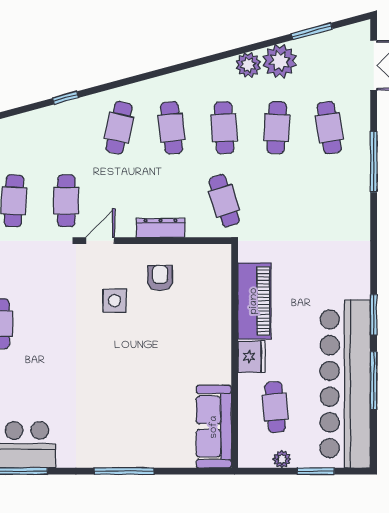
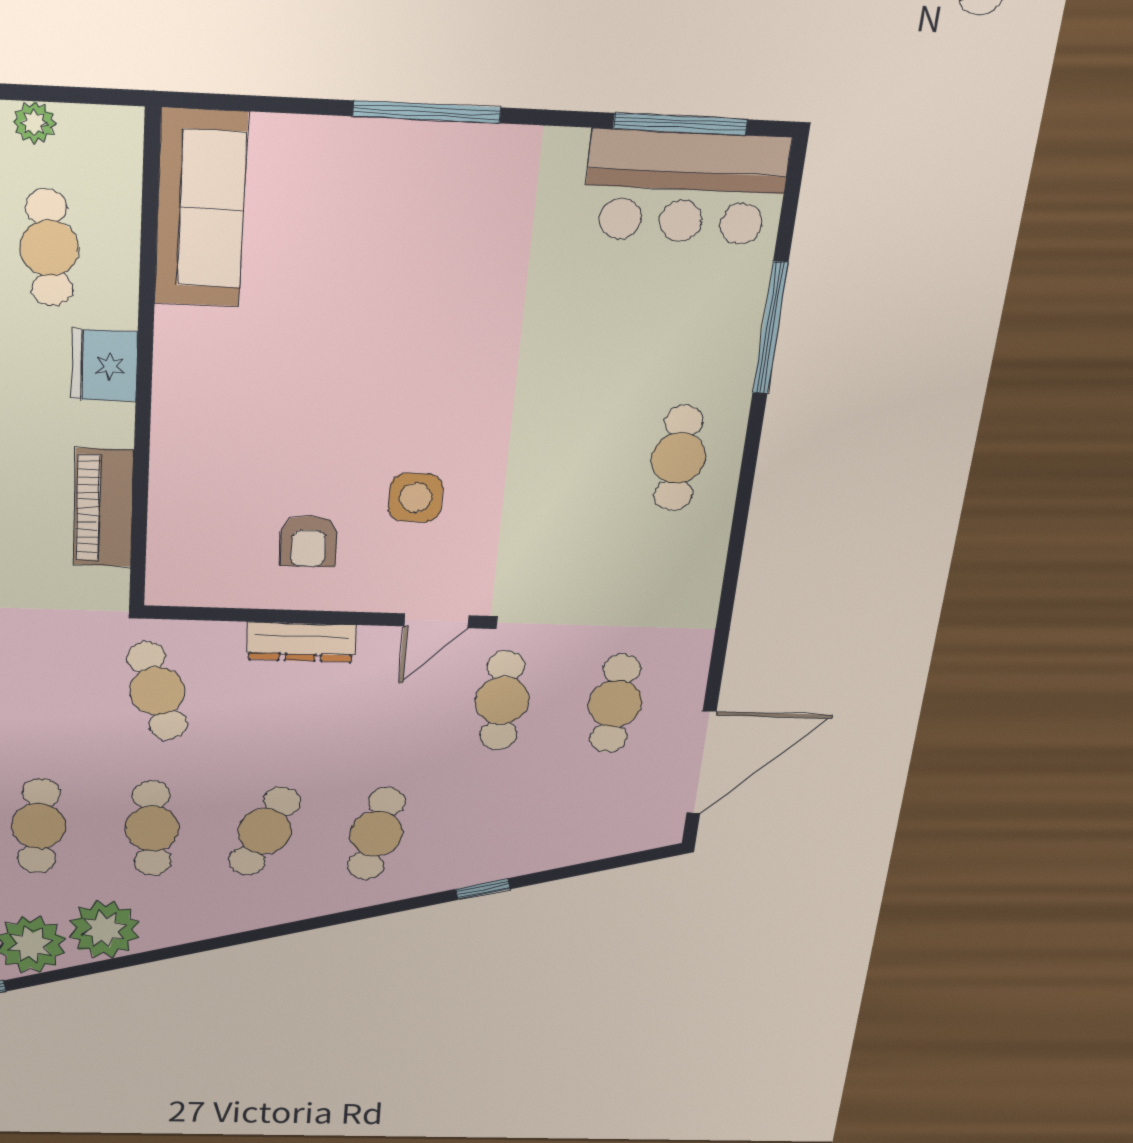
plant: (248, 65) -> (104, 929), width x1.36, depth x1.36
cafe table: (172, 128) -> (264, 831), turned 30
piano: (254, 301) -> (104, 508), width x0.73, depth x0.75

